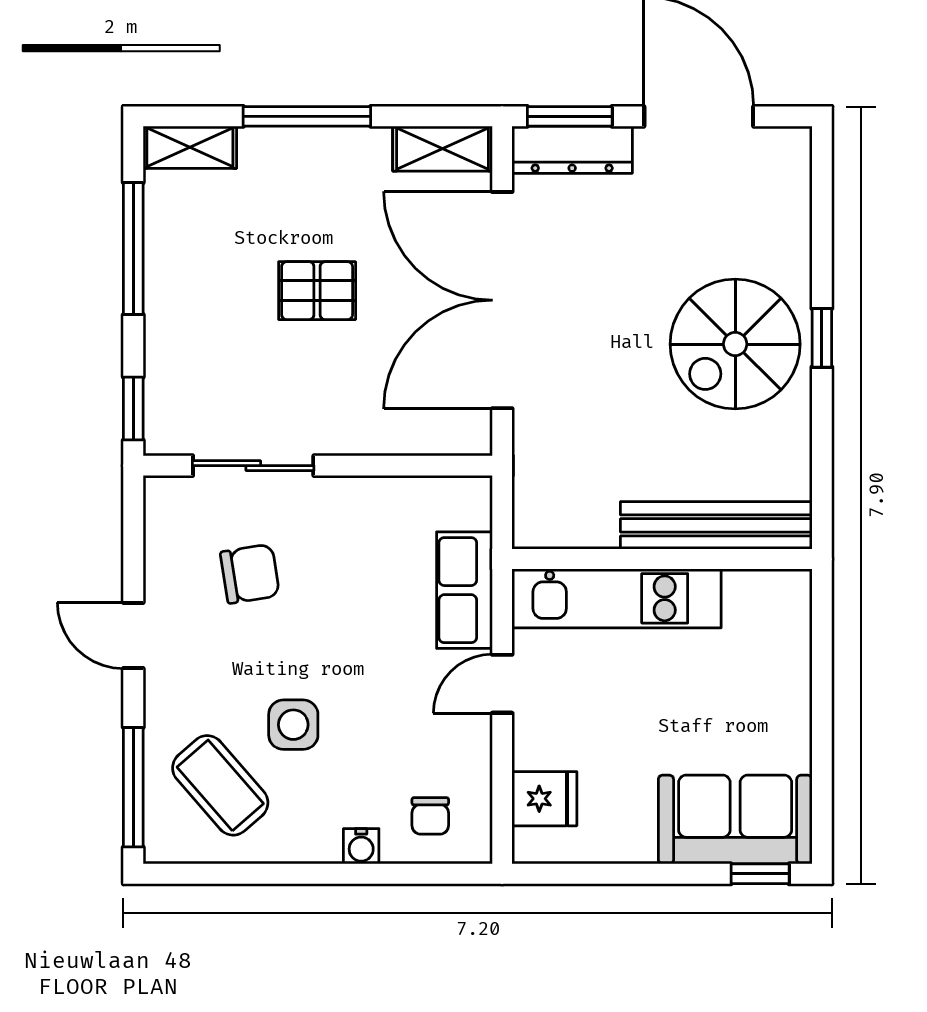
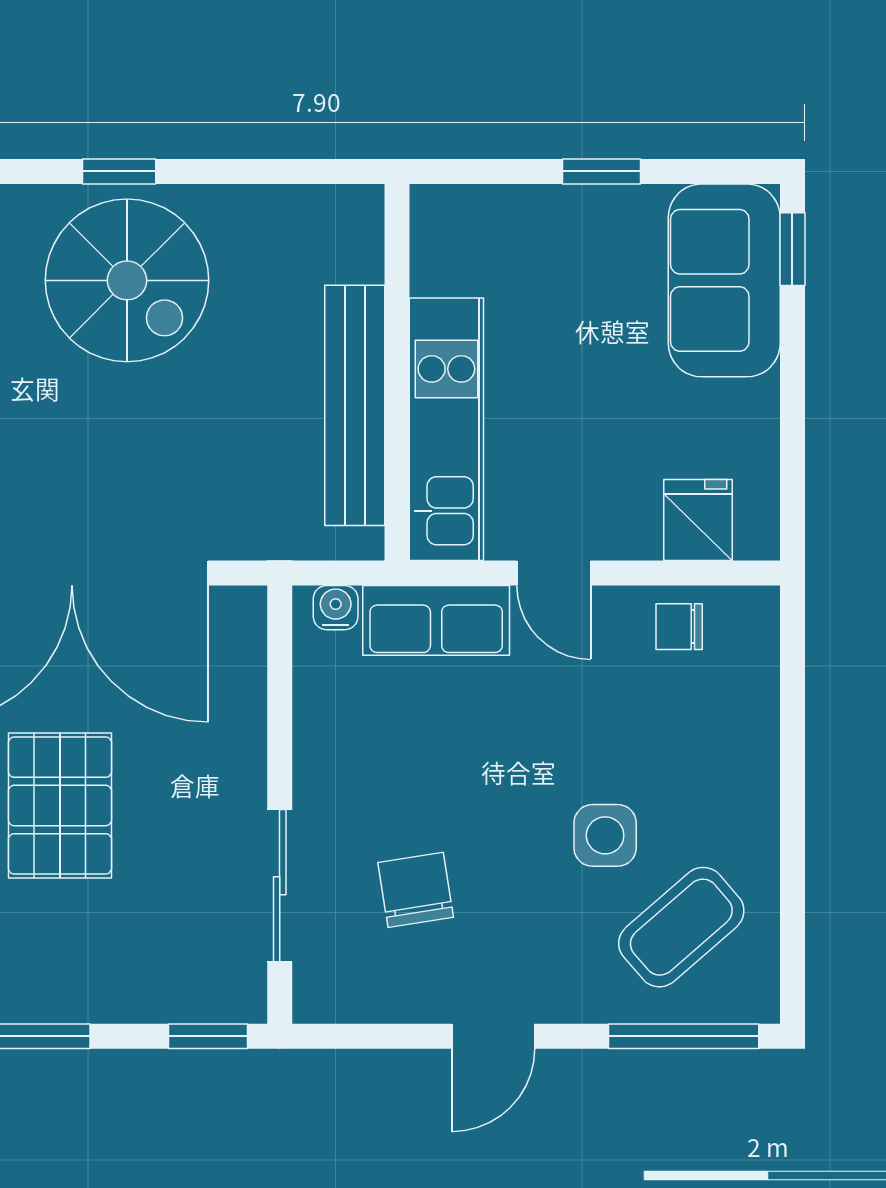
pallet: (317, 291) -> (60, 806), width x1.50, depth x1.42
bench: (716, 525) -> (355, 405), moved
window: (822, 722) -> (601, 171), added
chair: (430, 816) -> (679, 627), moved, turned 180
water cooler: (361, 846) -> (336, 608), moved, turned -90

